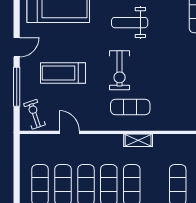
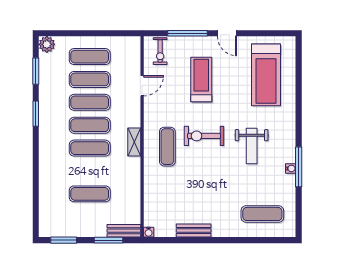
weight bench: (130, 23) -> (252, 146), turned 180
exercise bike: (34, 114) -> (160, 51), turned 109
shelving: (138, 140) -> (134, 142), moved

